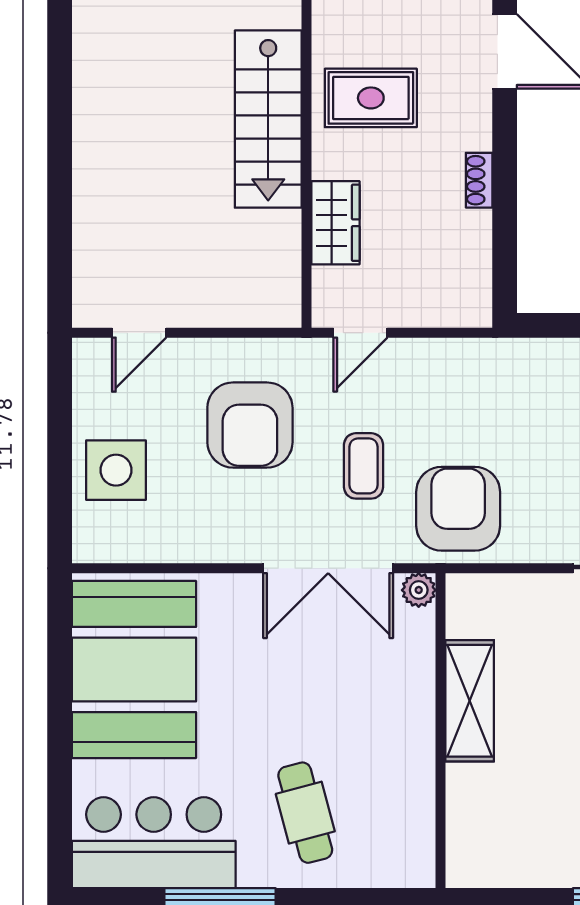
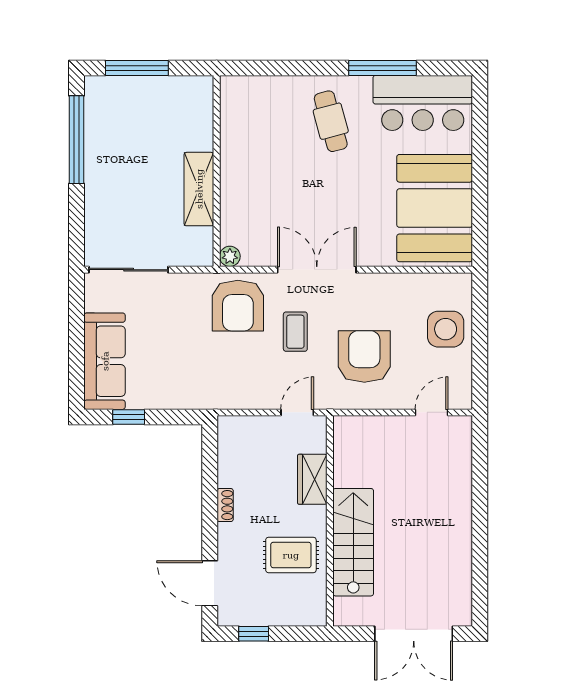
plant: (419, 590) -> (230, 256), moved
shelving: (470, 701) -> (199, 189), moved
wall: (441, 731) -> (217, 171), moved

